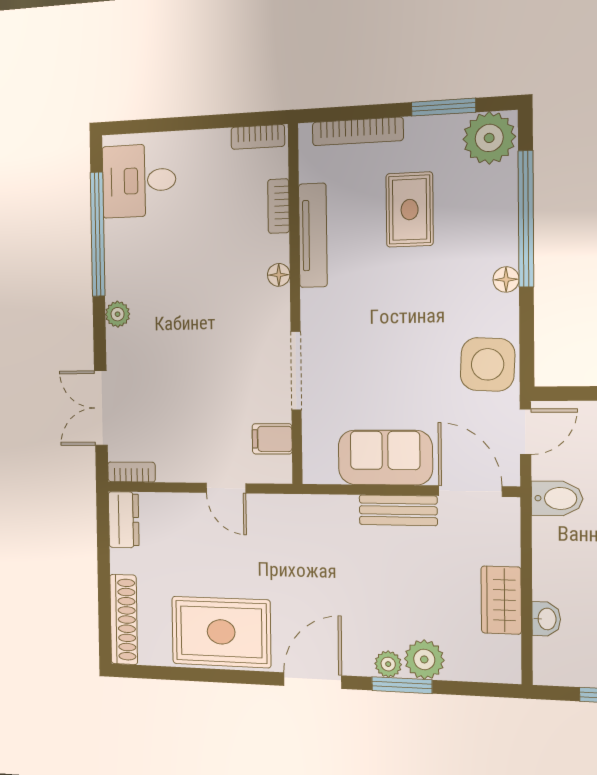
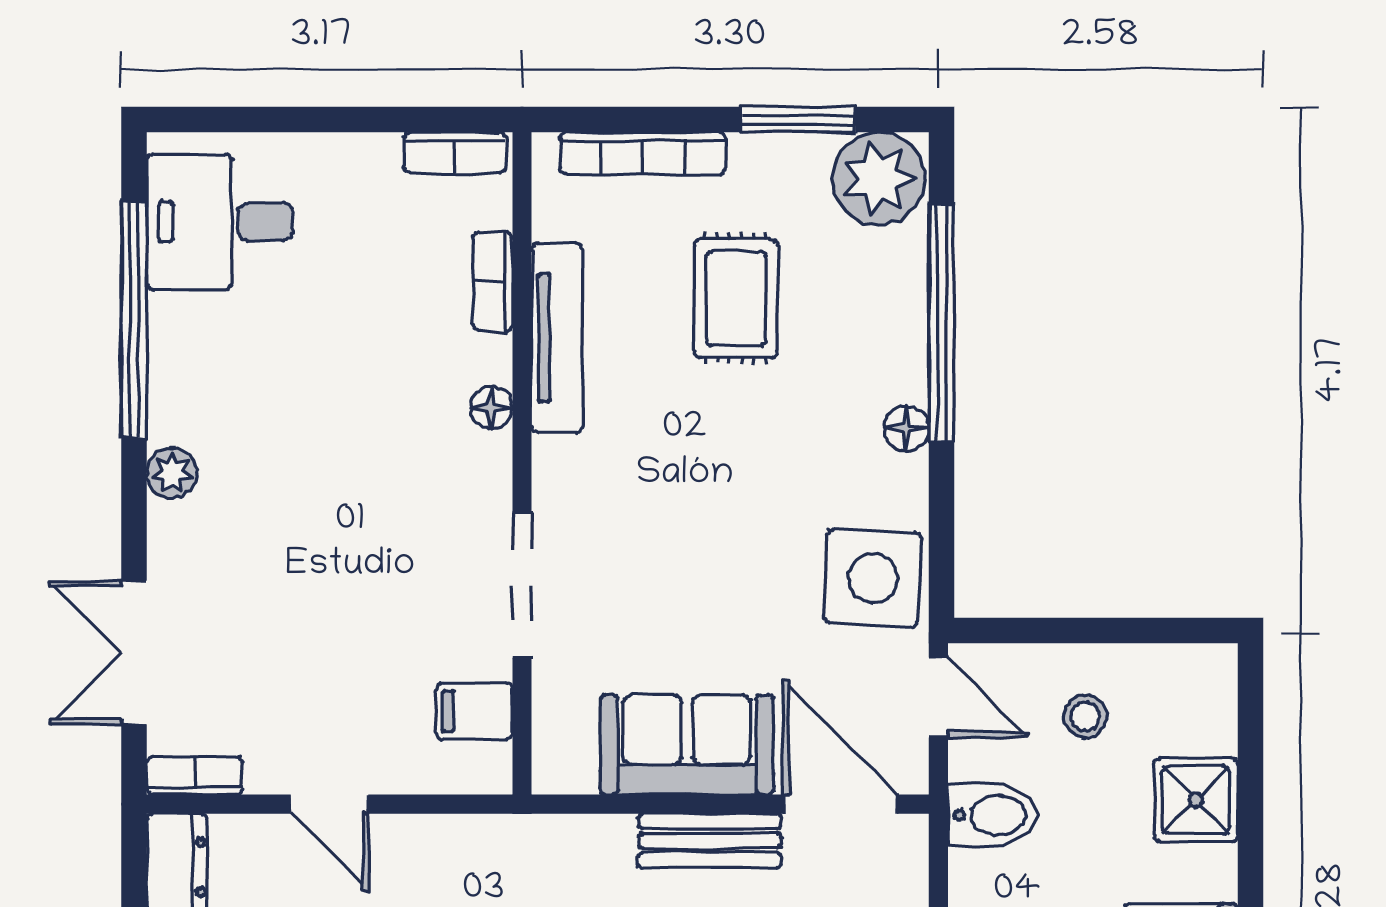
door: (525, 432) -> (938, 698), hinge flipped
door: (226, 488) -> (330, 804), moved

